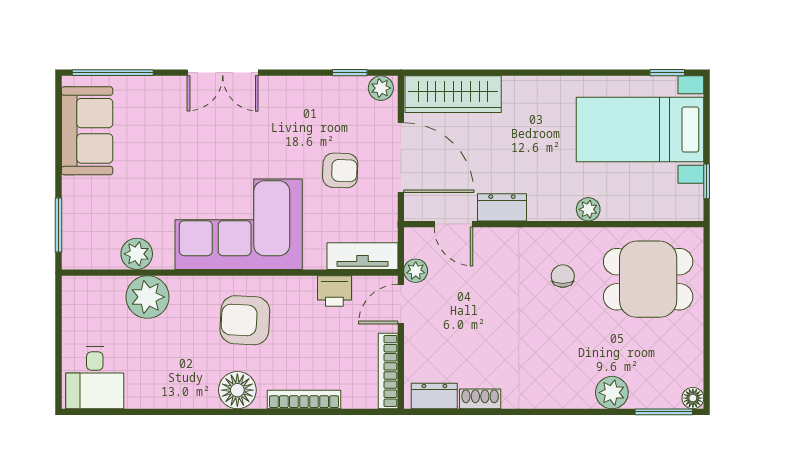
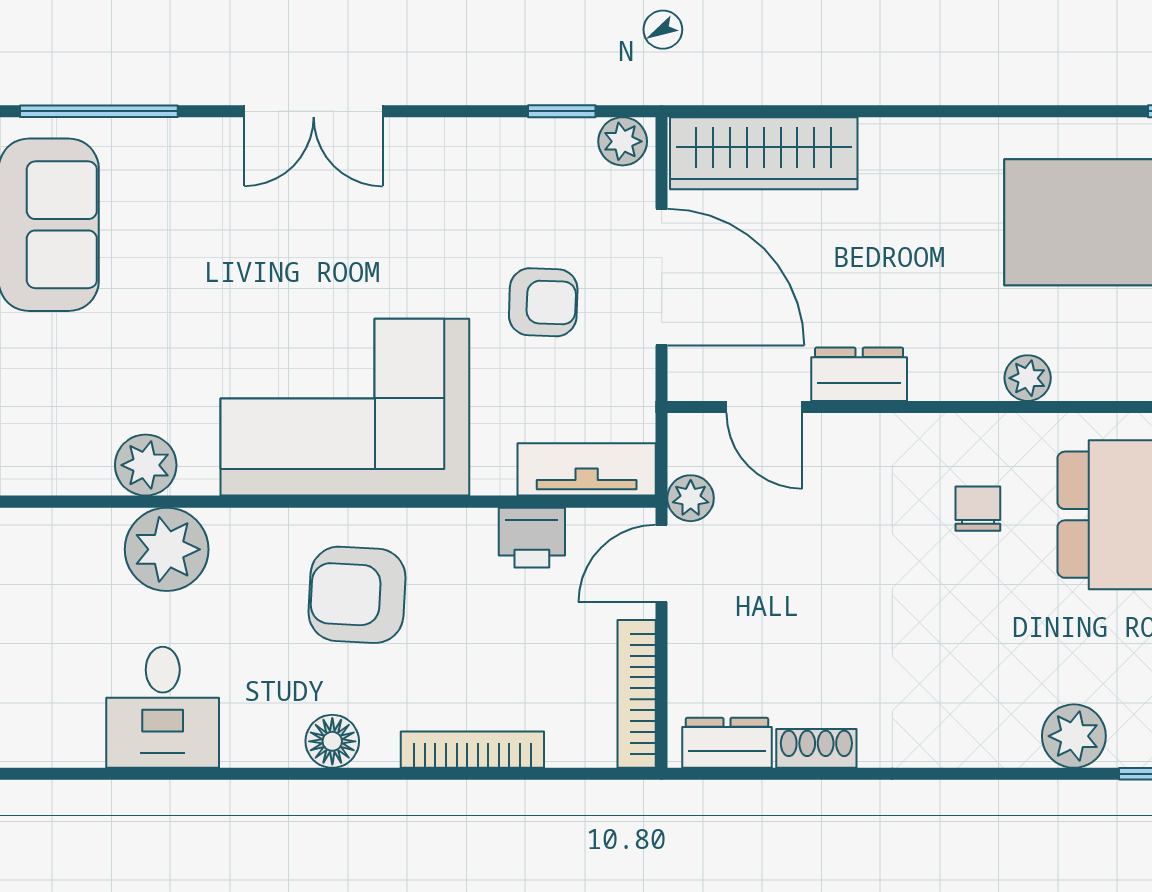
desk: (95, 378) -> (163, 707), moved
floor lamp: (237, 390) -> (332, 741), width x0.73, depth x0.73

